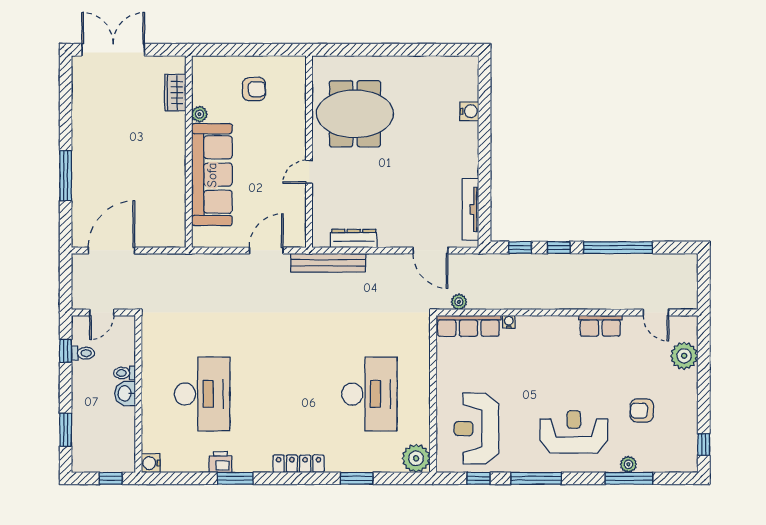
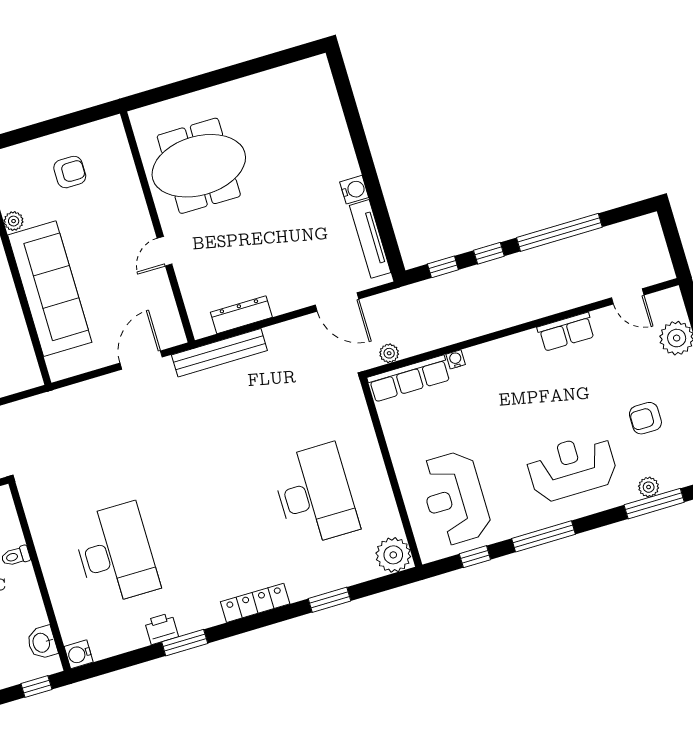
water cooler: (469, 111) -> (354, 190), moved
washbasin: (125, 393) -> (42, 642), moved

